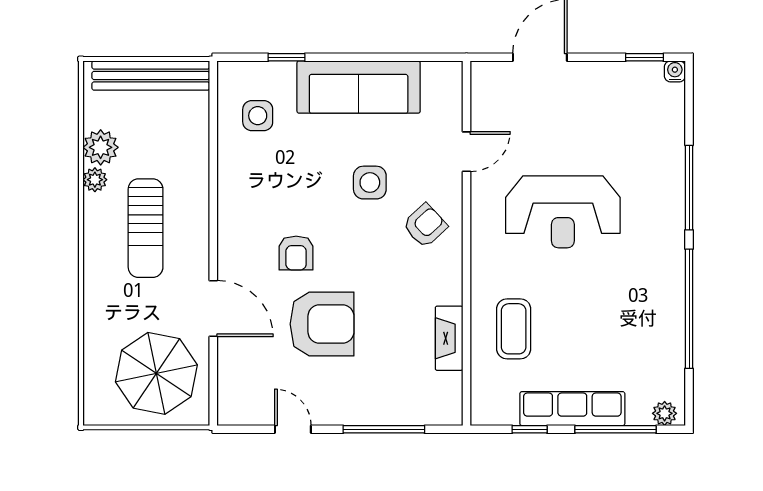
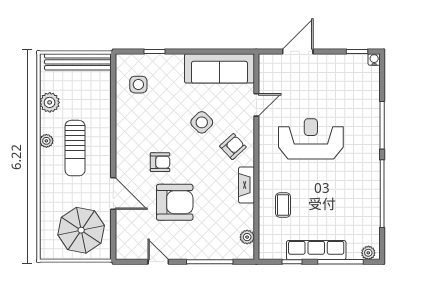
sofa: (359, 87) -> (219, 68), moved
plant: (95, 180) -> (46, 141), moved
side table: (370, 183) -> (202, 122), turned 45
reception desk: (563, 212) -> (311, 139), turned 180
armchair: (296, 253) -> (160, 162), turned -90
coffee table: (514, 329) -> (283, 205), width x0.73, depth x0.77
fireplace: (449, 338) -> (246, 185), moved
plant: (450, 386) -> (247, 237), added

